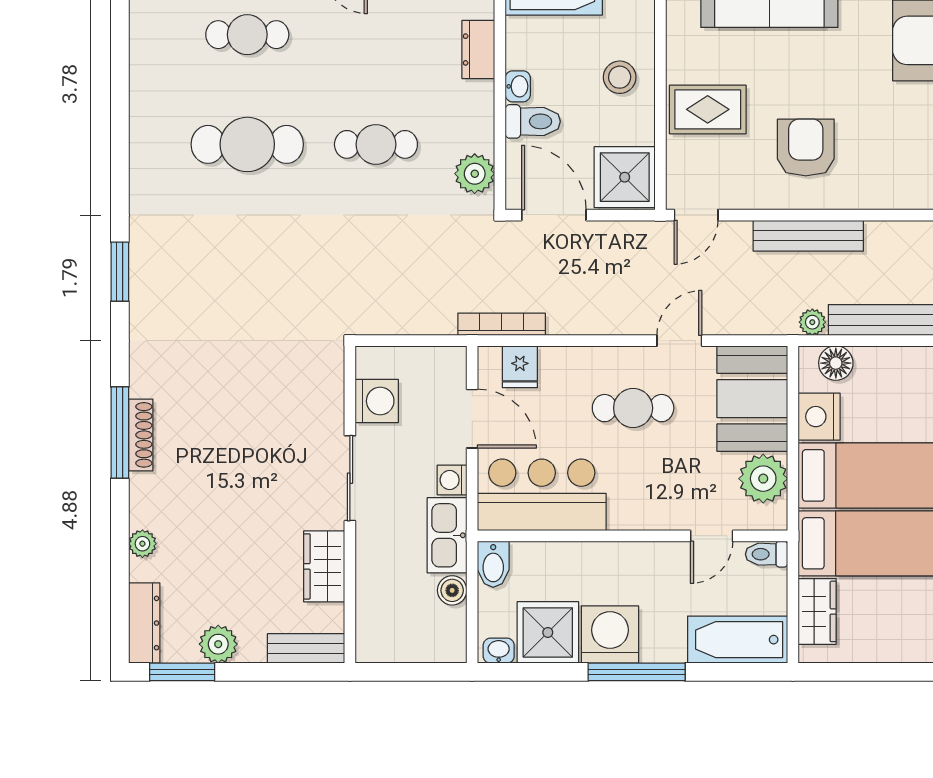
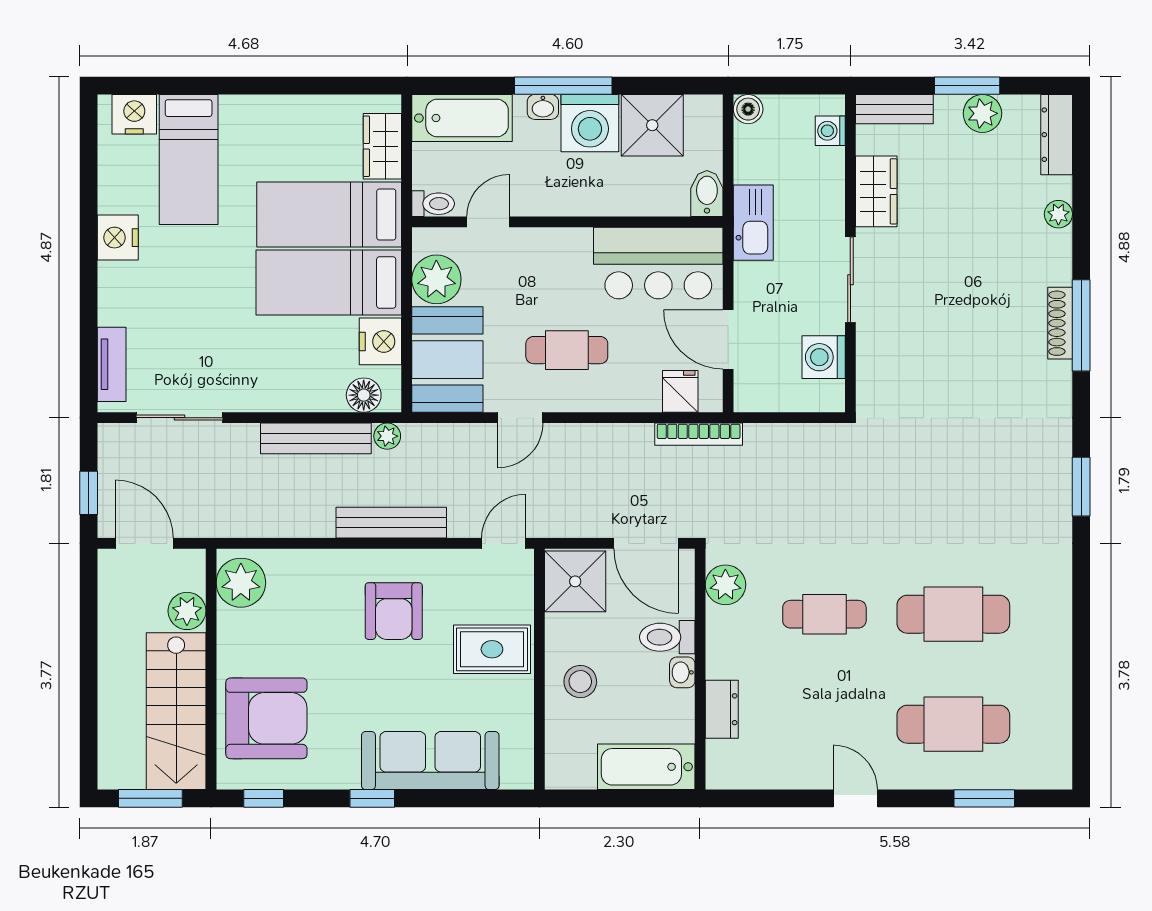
cafe table: (247, 35) -> (953, 724), width x1.37, depth x1.35
washing machine: (452, 480) -> (830, 131), moved, turned 180
boiler: (452, 590) -> (748, 109), moved
washbasin: (499, 651) -> (543, 107), moved
window: (182, 672) -> (967, 86), moved

